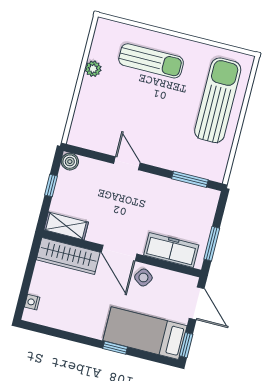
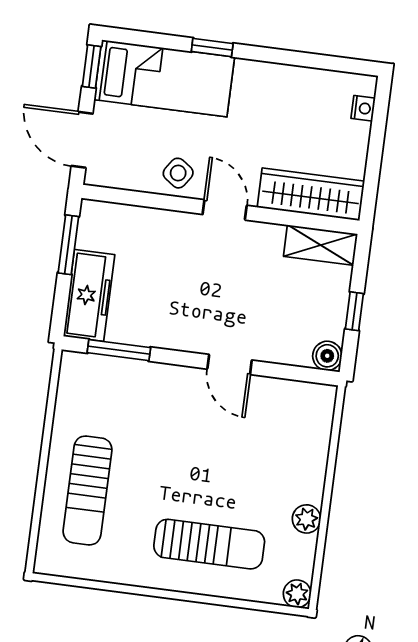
plant: (104, 26) -> (297, 594), added
sun lounger: (151, 61) -> (209, 544), turned 180
sun lounger: (218, 100) -> (88, 490), width x0.73, depth x0.75
freezer: (171, 250) -> (89, 295), moved, turned -90
door: (119, 253) -> (225, 210), width x0.73

